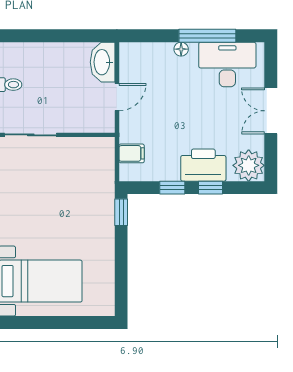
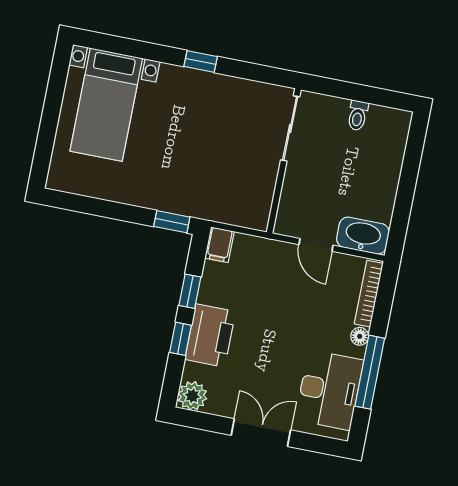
bookcase: (147, 49) -> (369, 294), added
filing cabinet: (132, 153) -> (219, 245), moved
plant: (249, 165) -> (192, 396), width x0.73, depth x0.73

